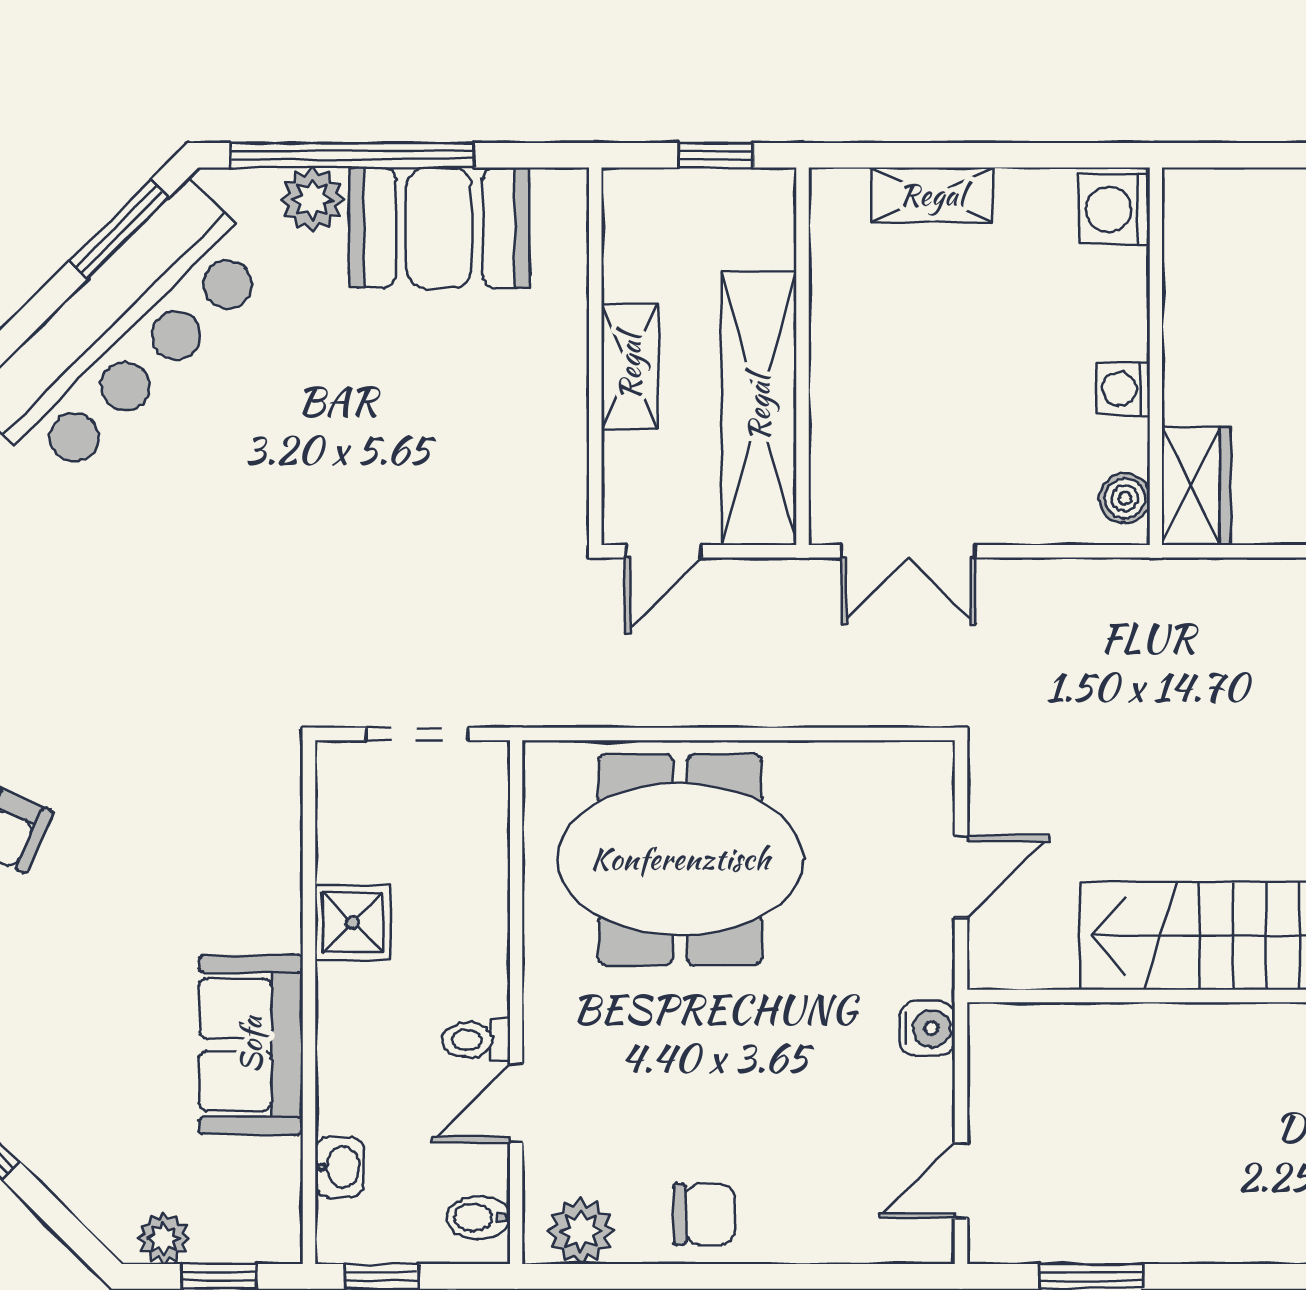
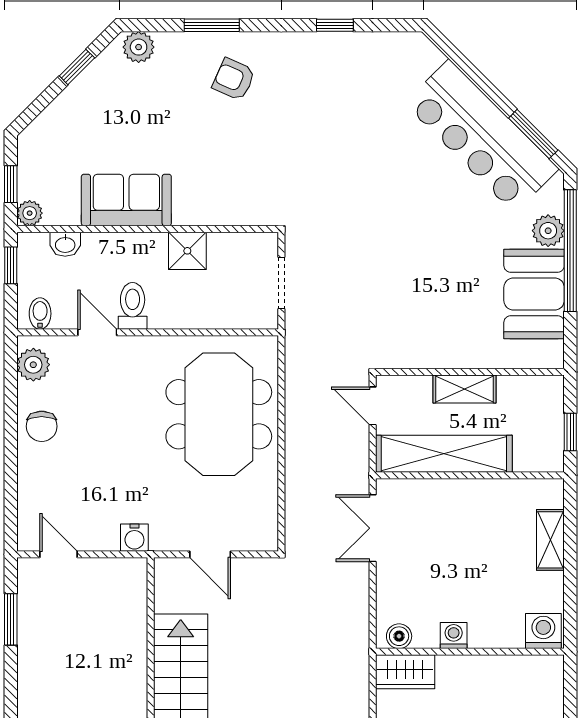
toilet: (476, 1040) -> (133, 306), width x1.37, depth x1.39
plant: (164, 1238) -> (30, 213), moved

